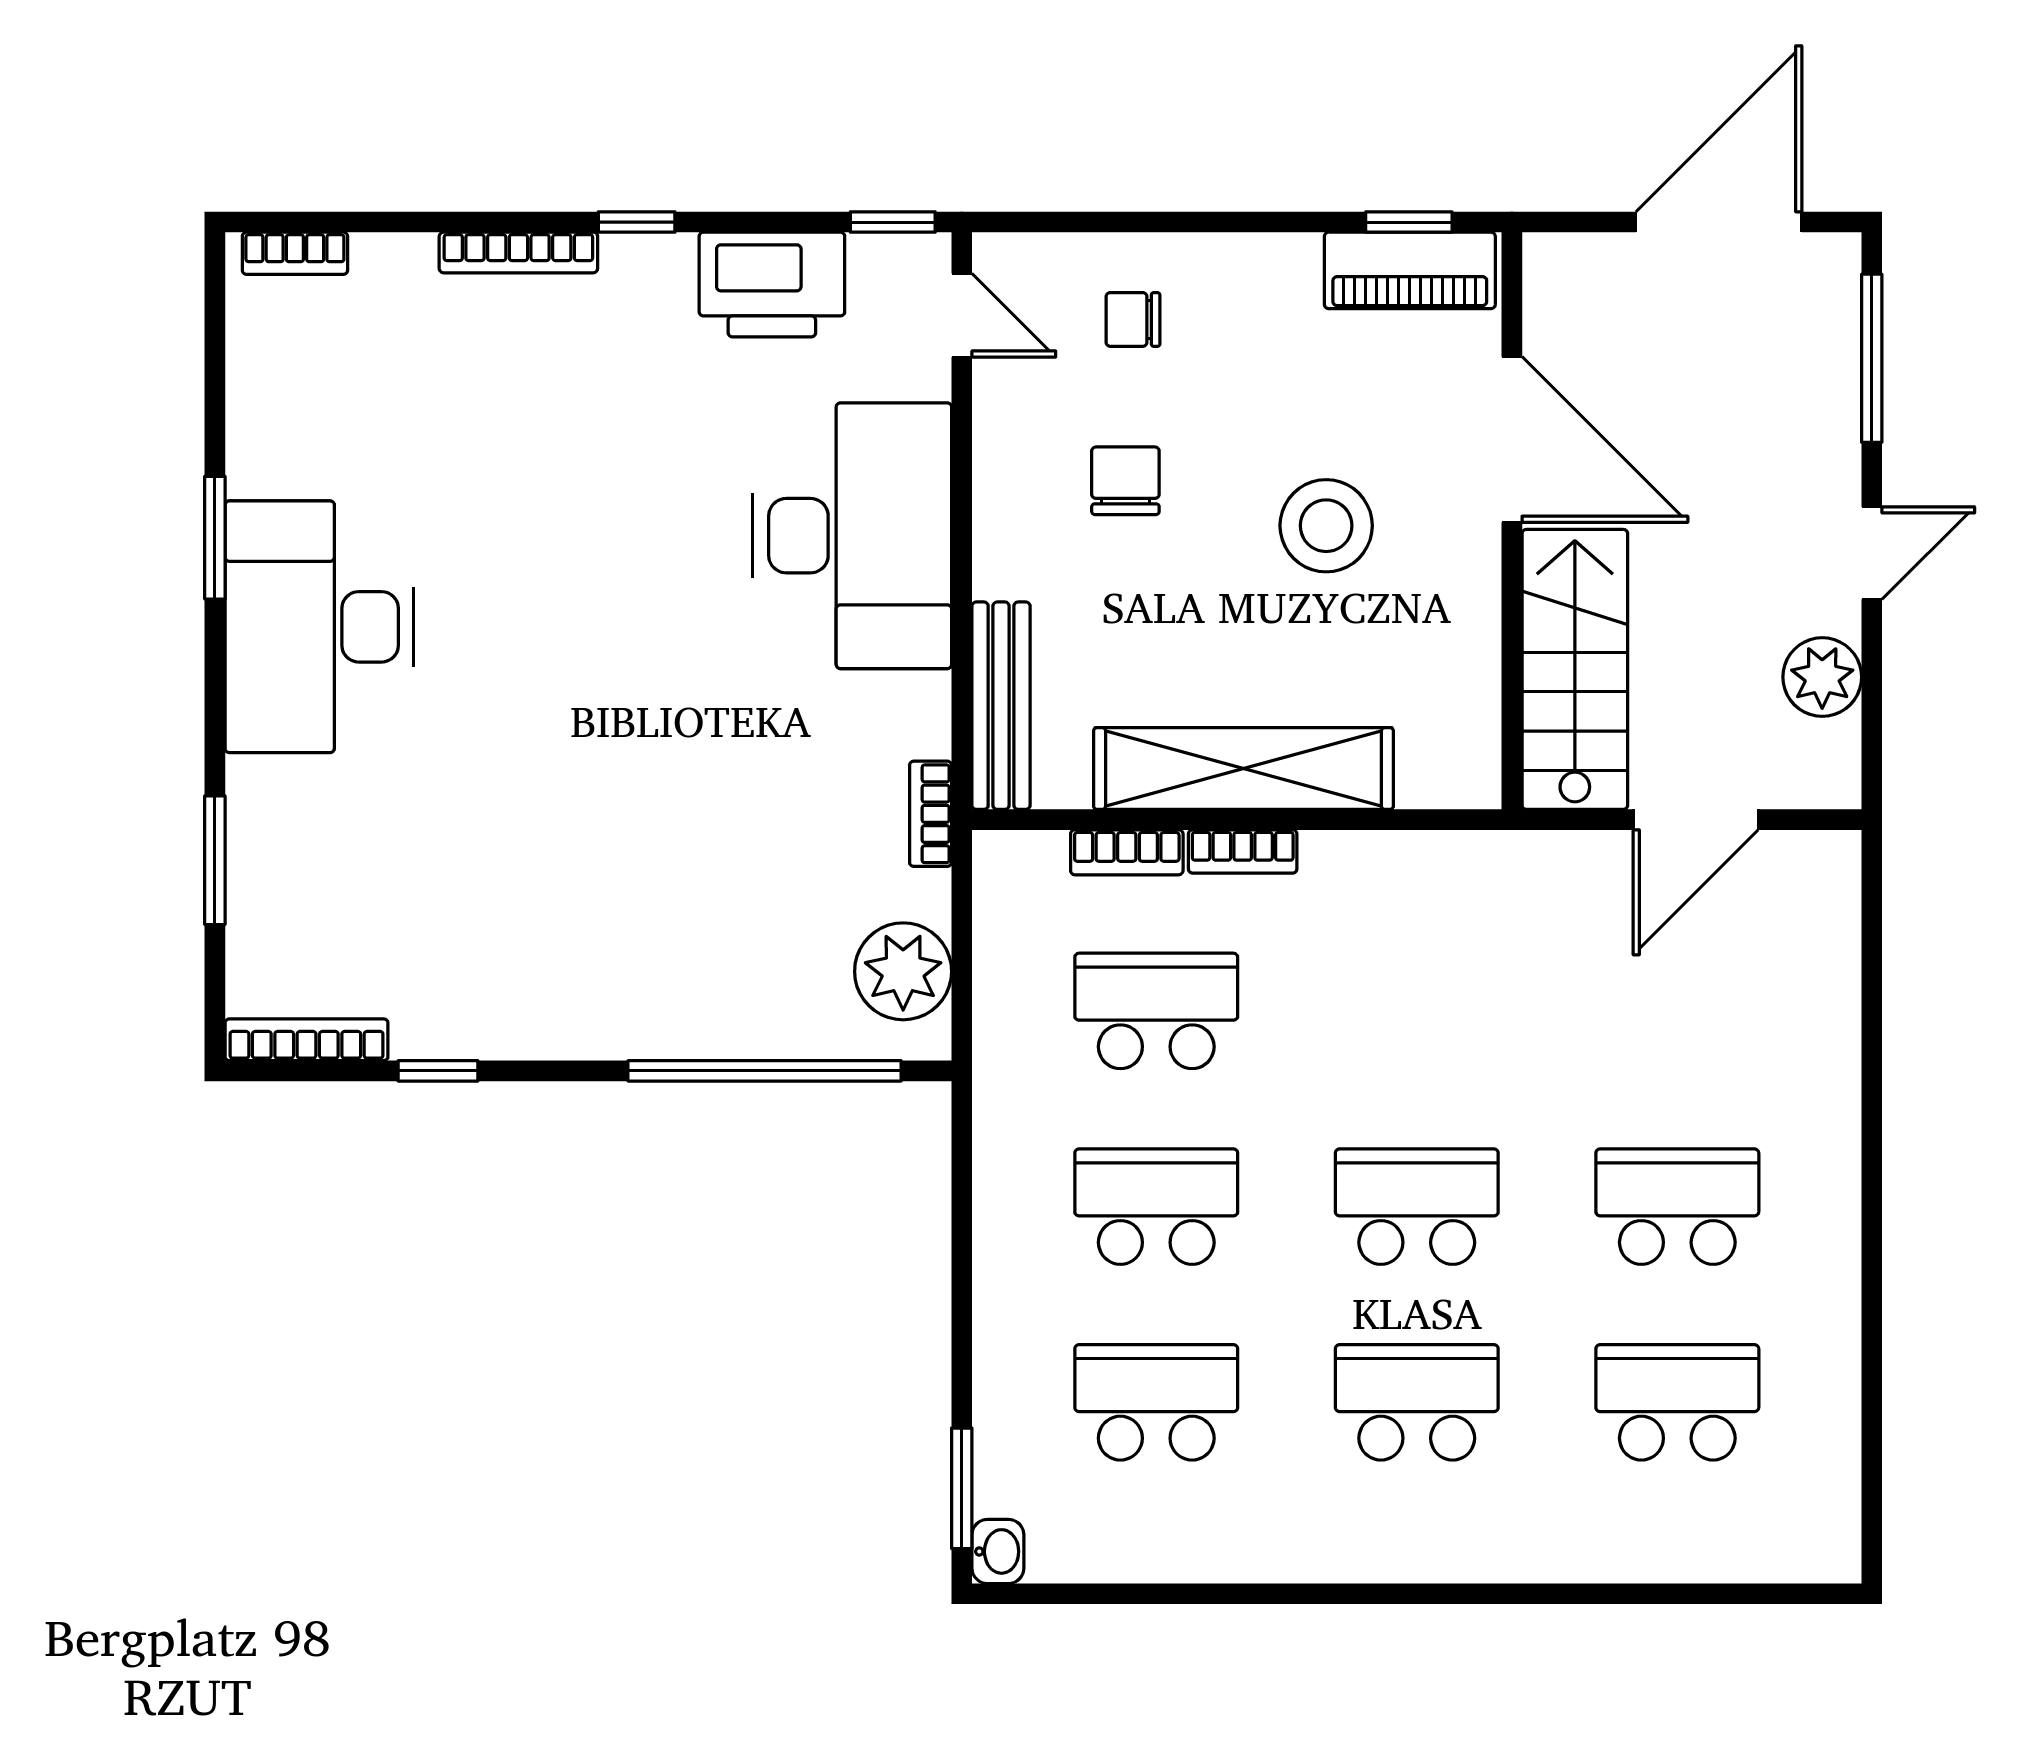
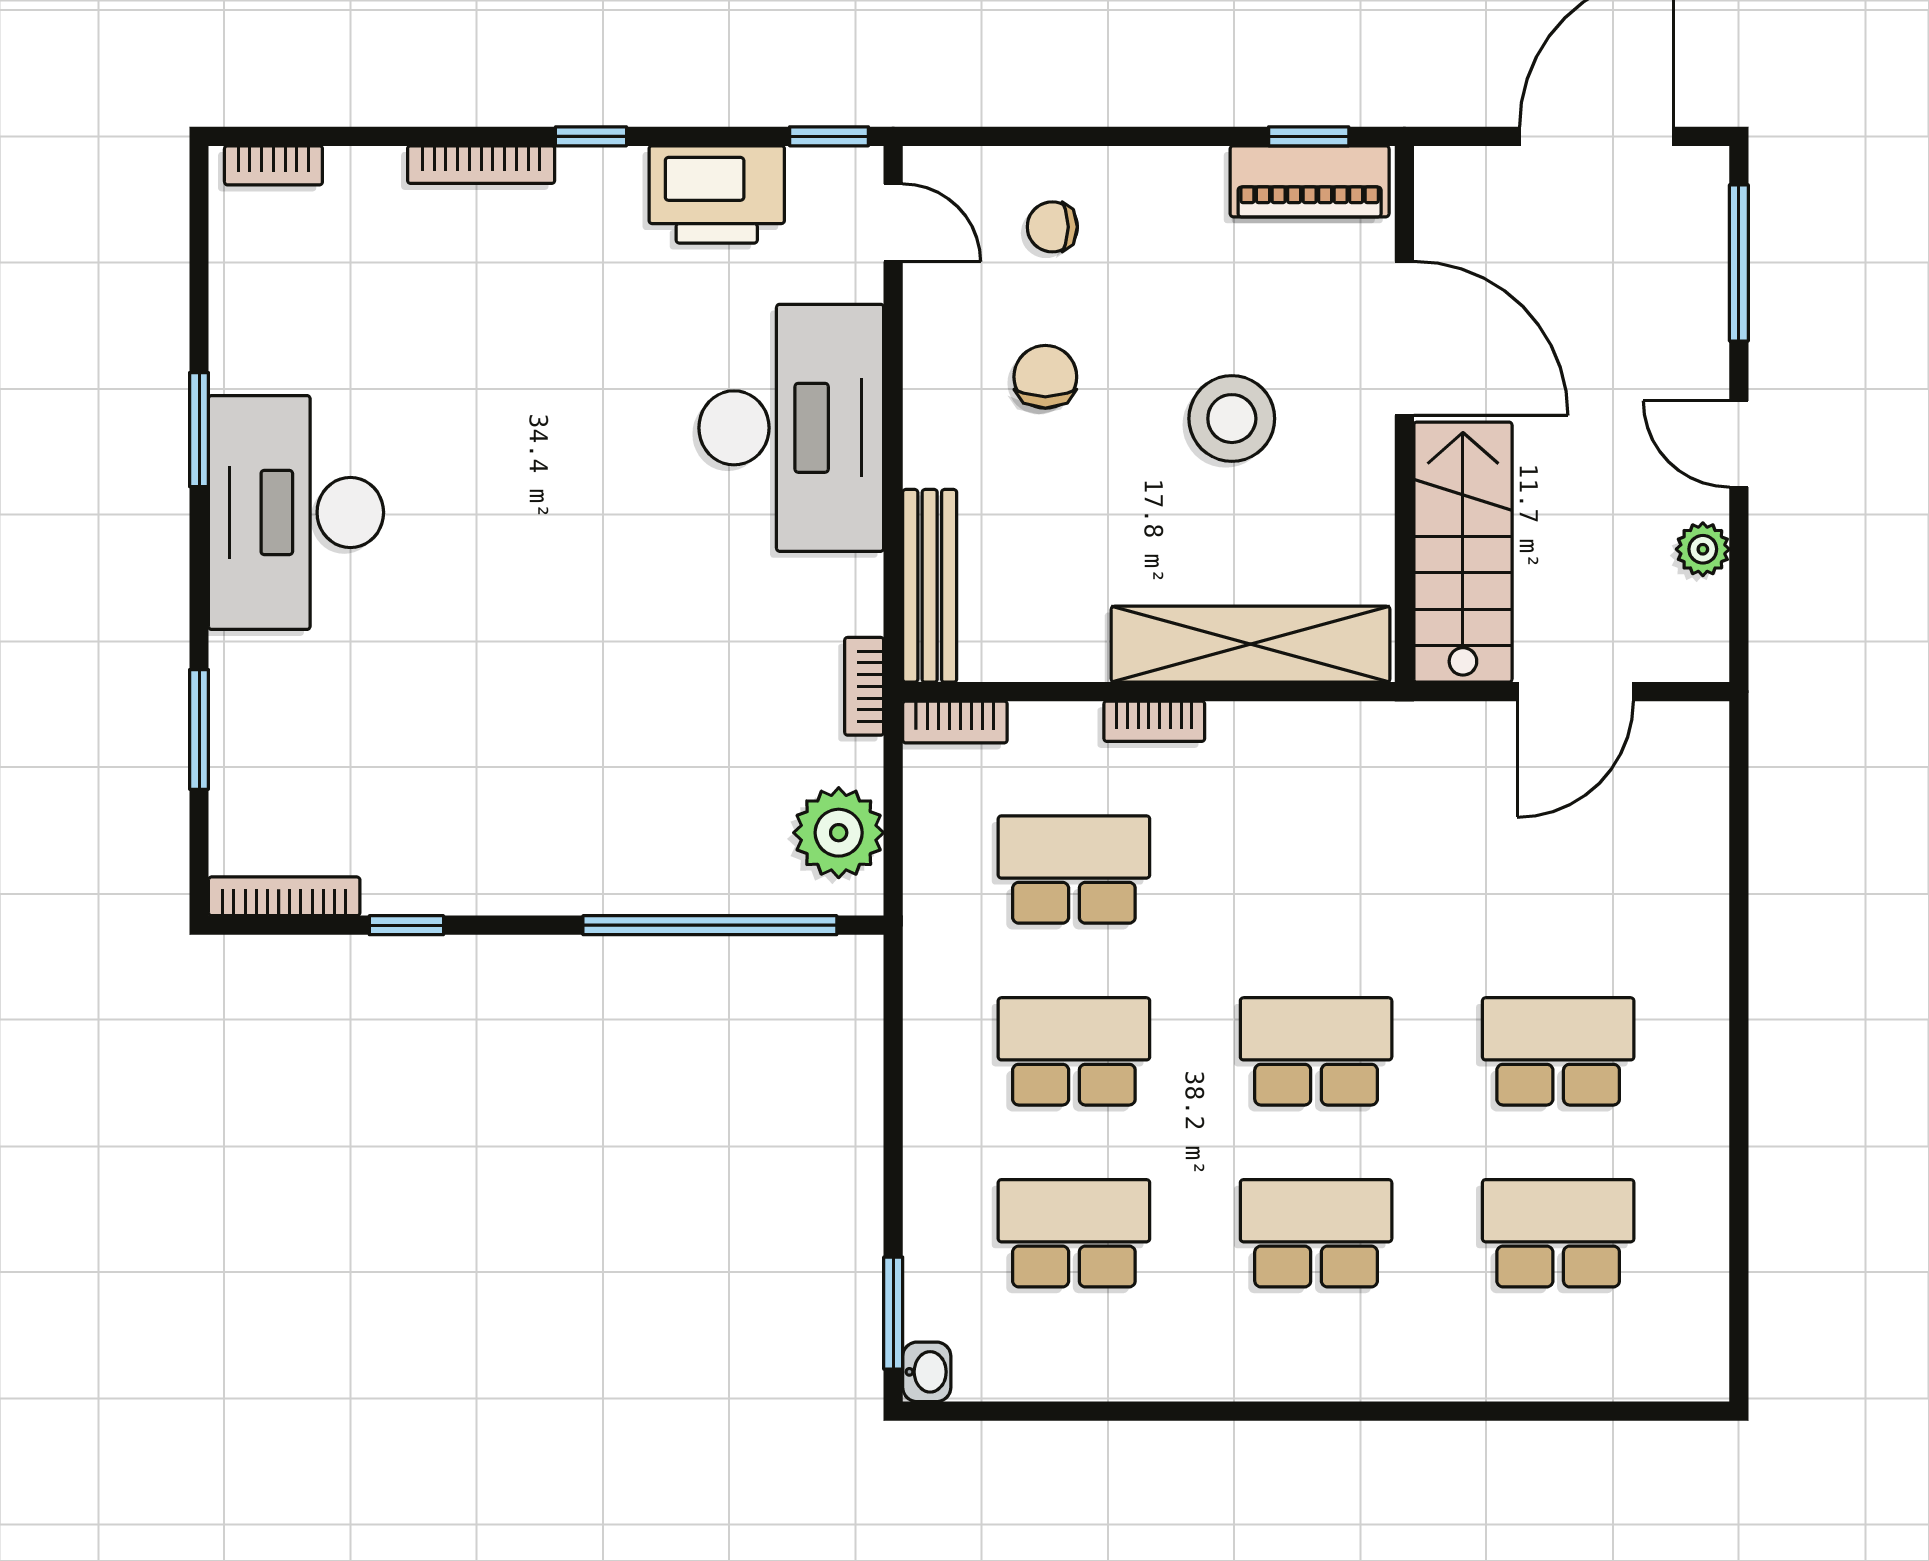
door: (1872, 553) -> (1739, 444), swing flipped
plant: (1822, 677) -> (1703, 549), width x0.73, depth x0.73
shelving: (1243, 769) -> (1251, 644), moved
bookcase: (1127, 852) -> (955, 722), moved

